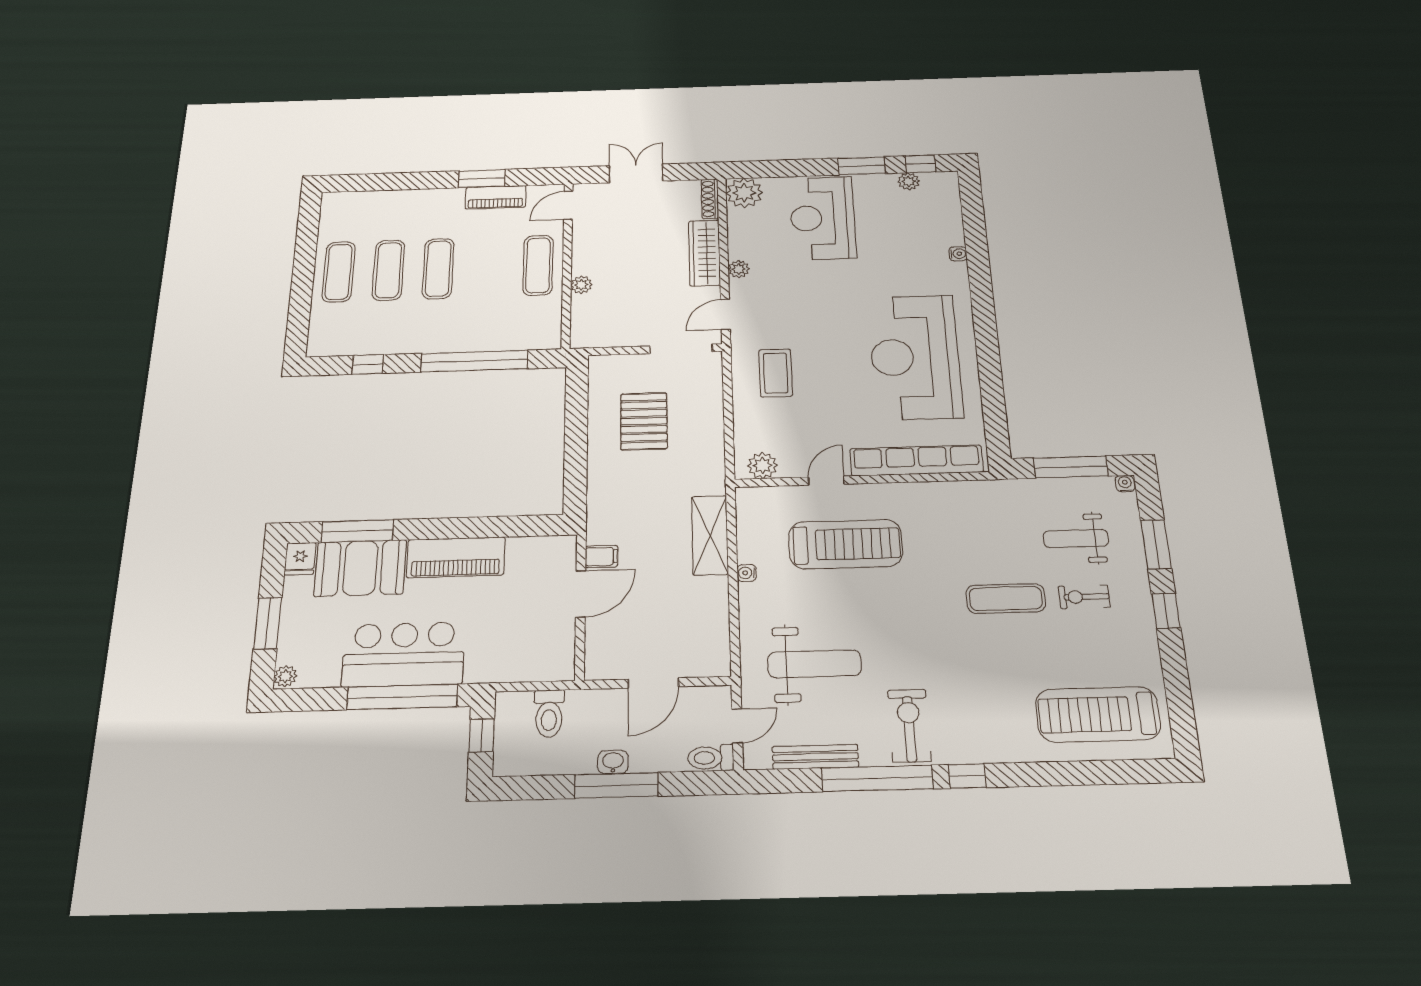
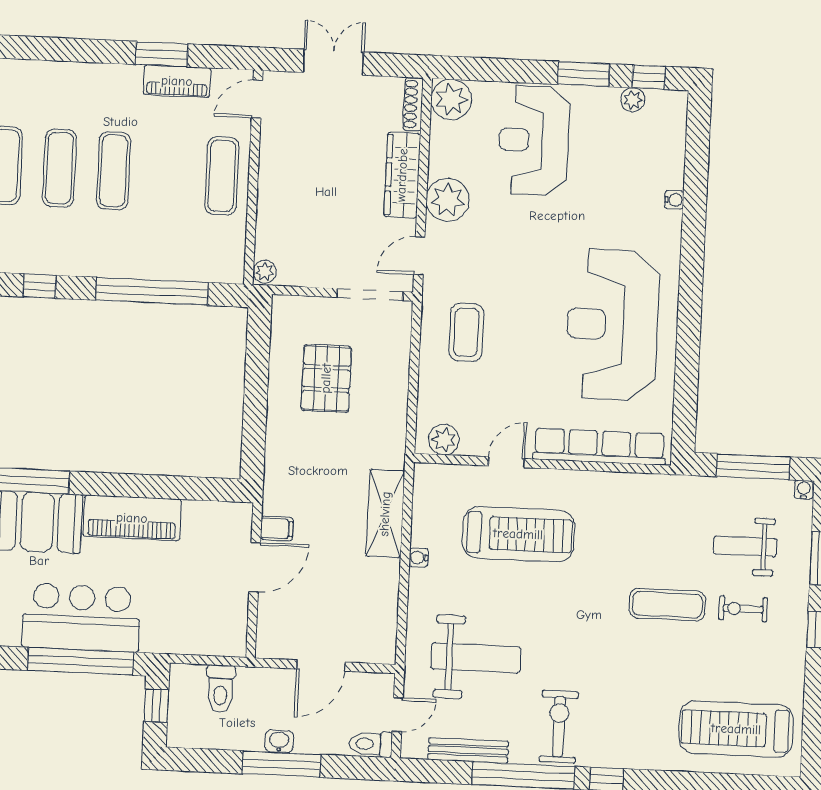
plant: (739, 269) -> (448, 200), width x1.88, depth x1.88
plant: (581, 285) -> (265, 272), moved

